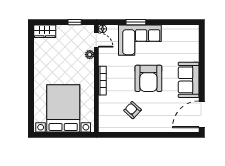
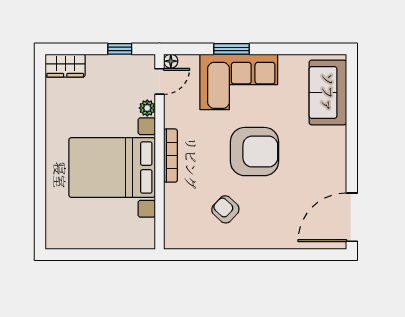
door: (96, 40) -> (160, 81), hinge flipped
armchair: (148, 78) -> (255, 152), turned -90
sofa: (189, 80) -> (328, 92), moved
bed with nightstands: (63, 108) -> (112, 167), moved, turned -90

